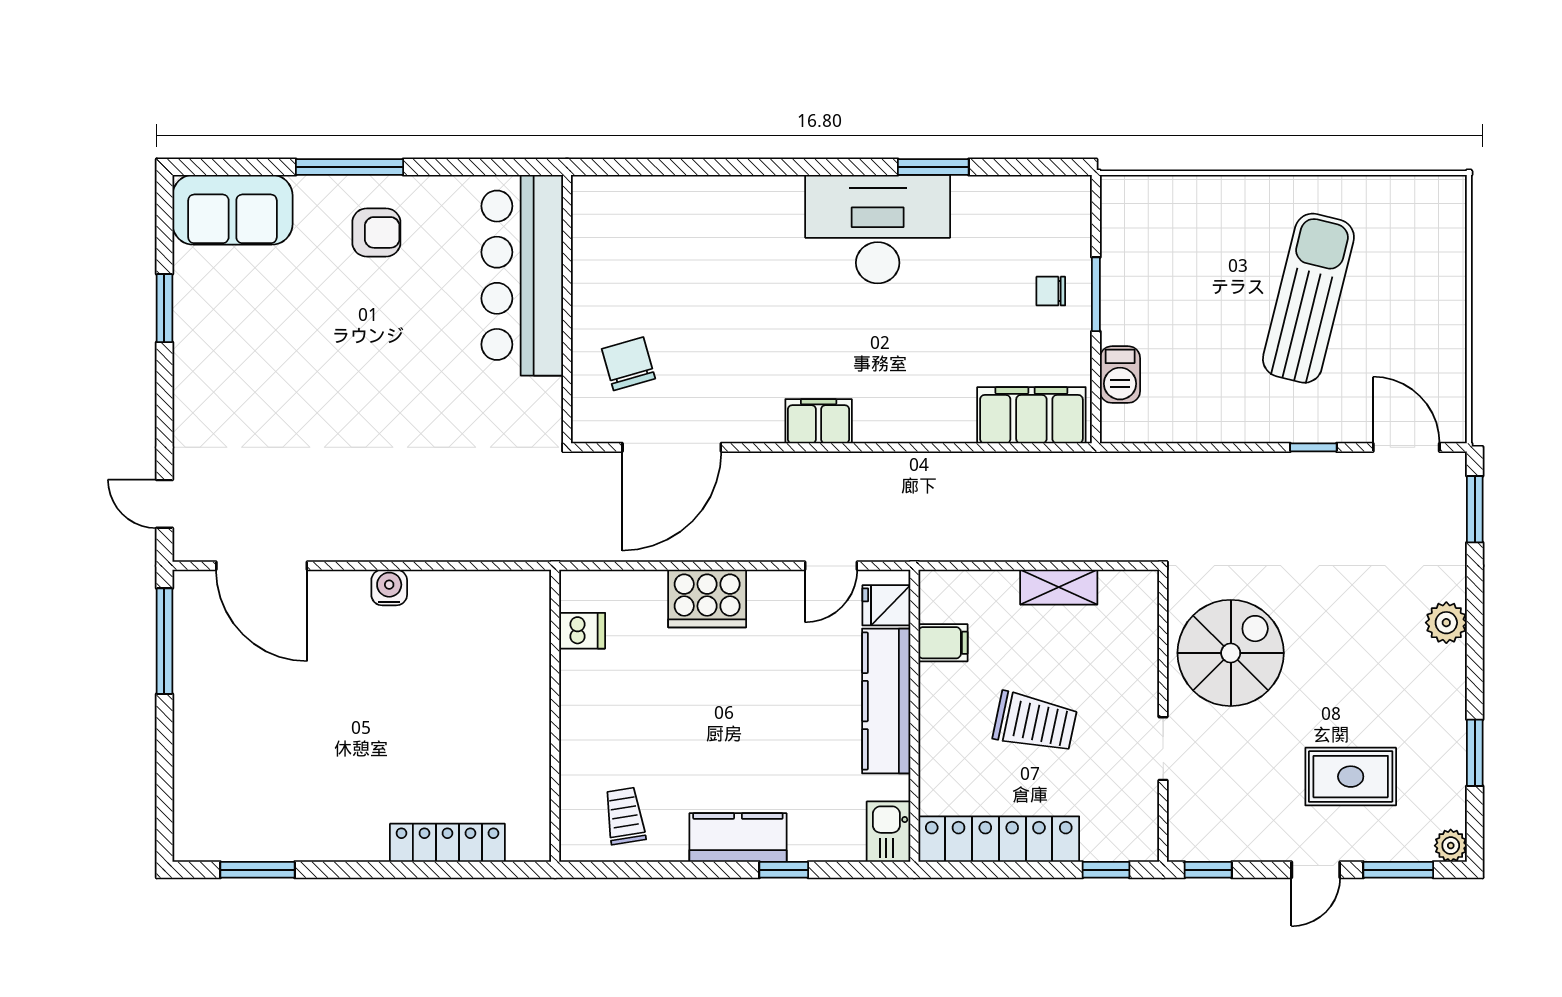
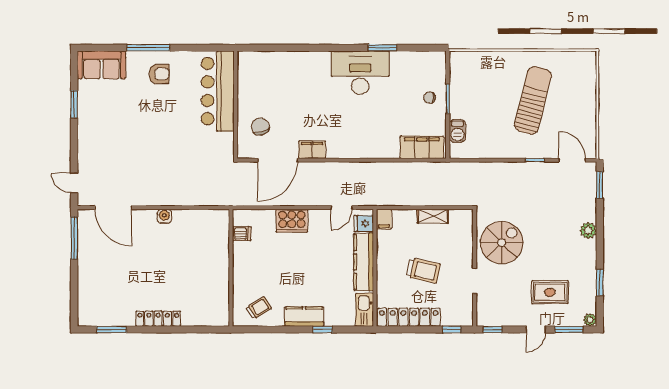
filing cabinet: (819, 421) -> (312, 150), moved
filing cabinet: (943, 643) -> (384, 219), moved, turned 90
trolley: (625, 816) -> (259, 308), turned 68
kitchen sink: (889, 832) -> (365, 310), width x1.38
locker: (447, 843) -> (158, 319), moved

